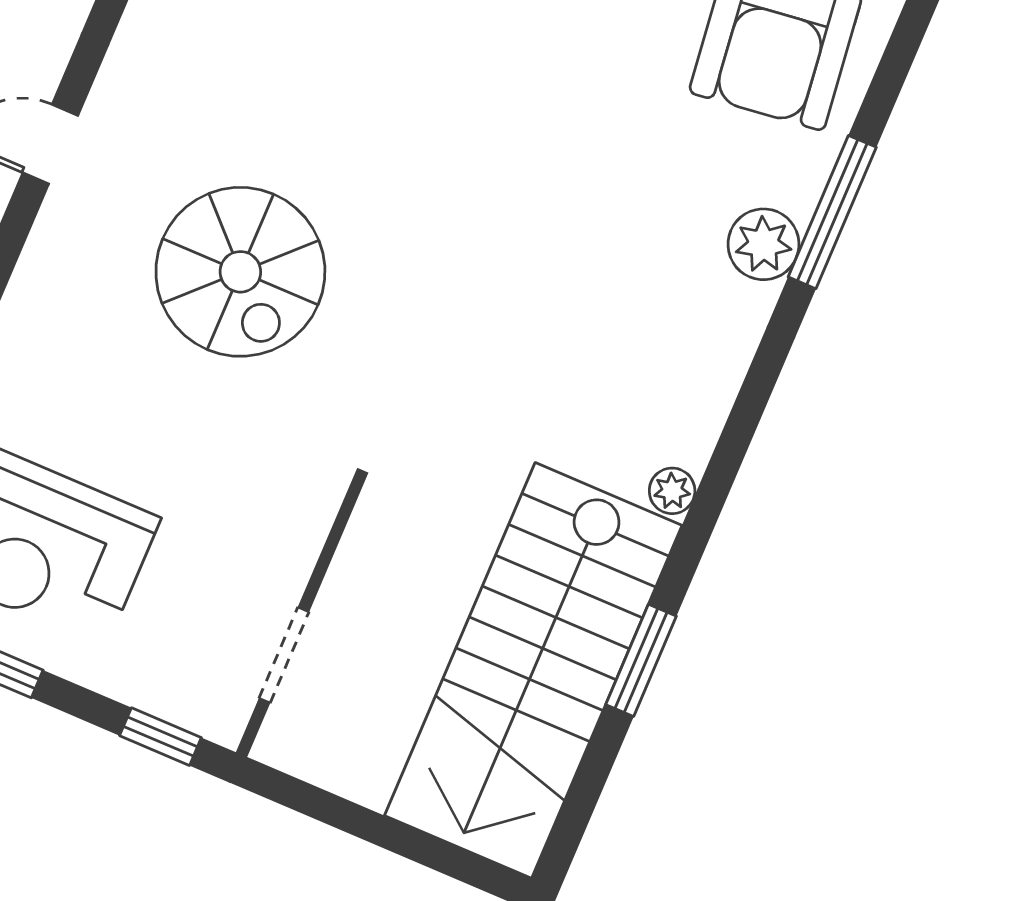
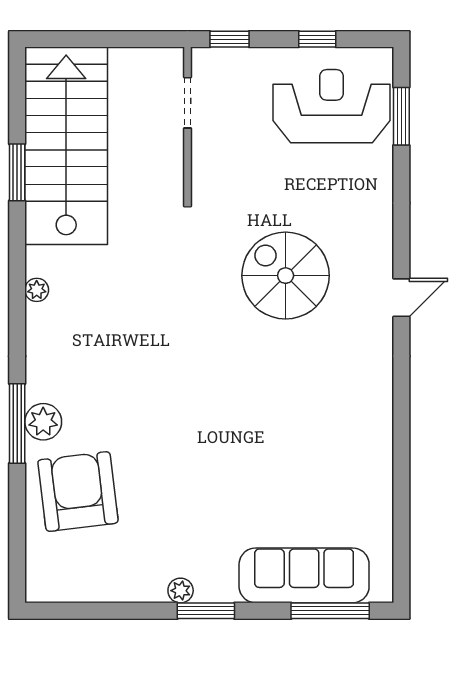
plant: (763, 244) -> (43, 422), moved
plant: (672, 491) -> (37, 290), moved

